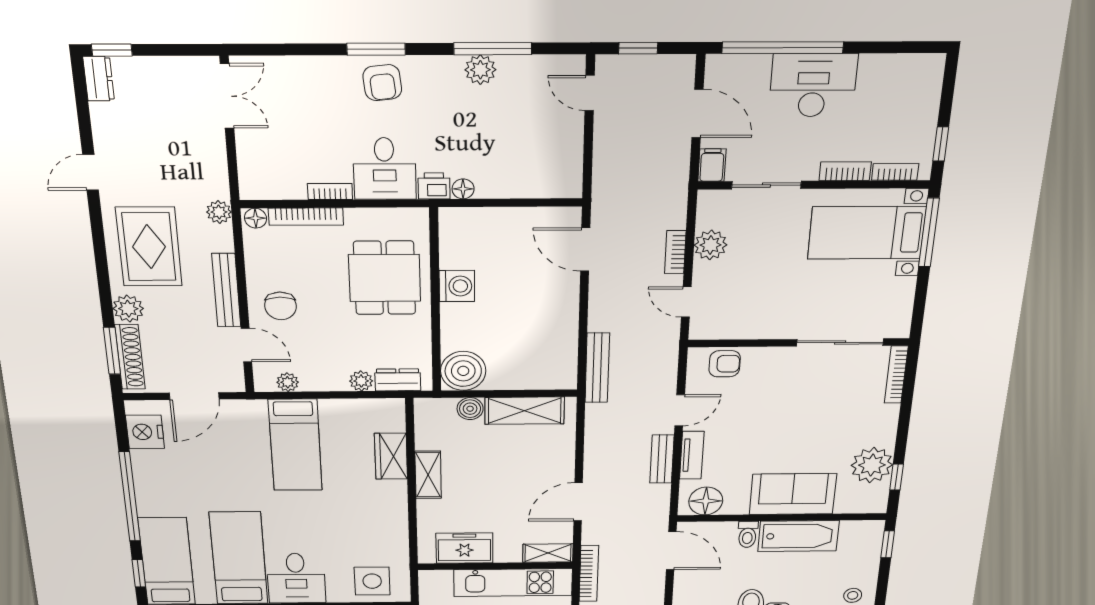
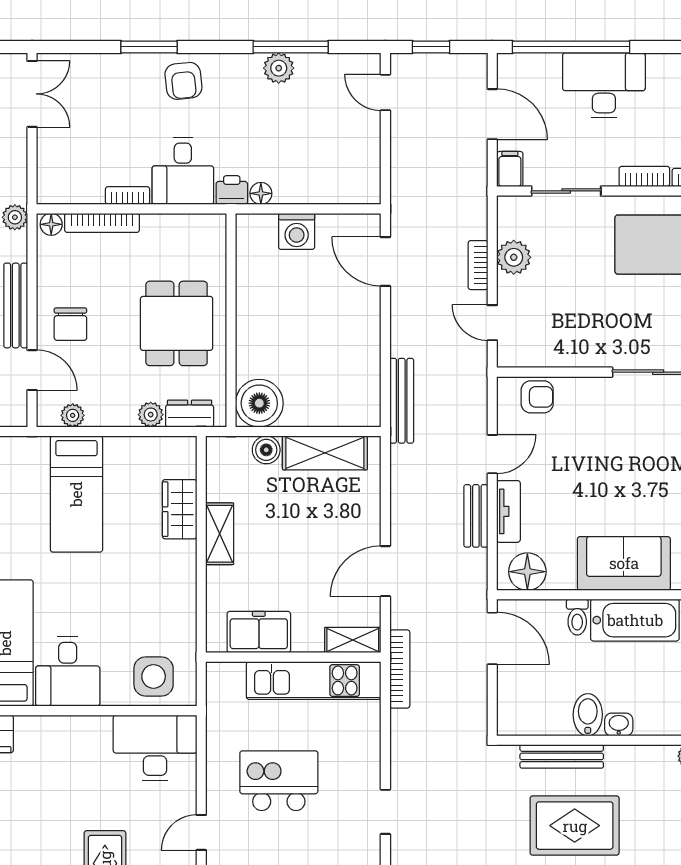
window: (376, 49) -> (149, 47), moved
dining table: (385, 278) -> (177, 323), moved
washing machine: (457, 286) -> (297, 231), moved, turned 90

